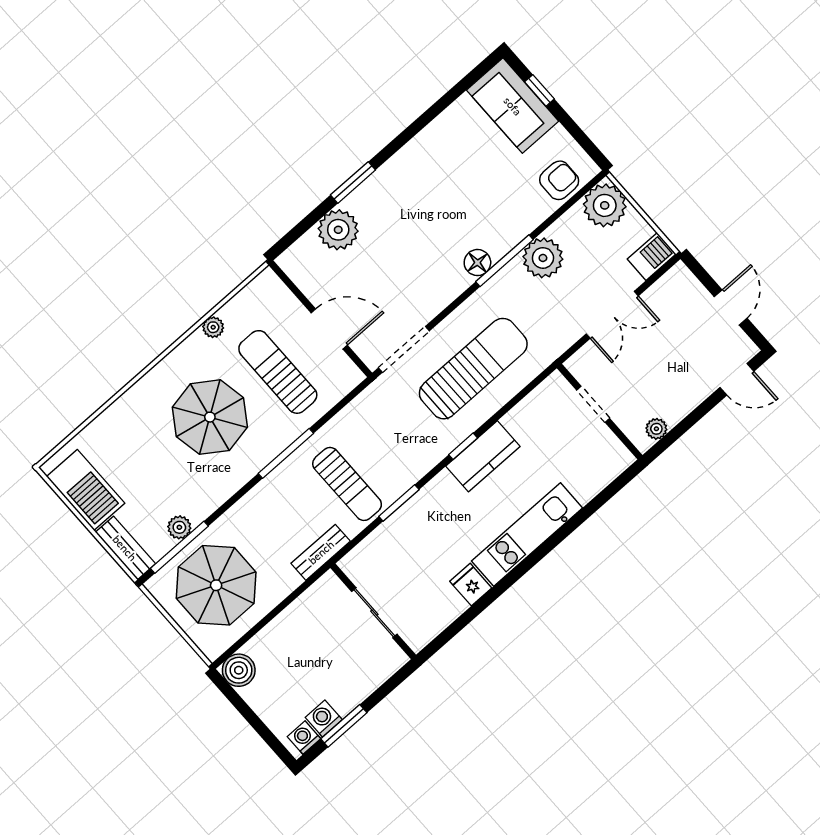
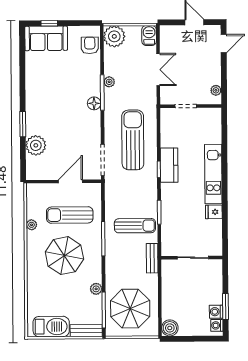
plant: (543, 258) -> (109, 82), width x0.53, depth x0.53
plant: (179, 527) -> (96, 289), moved

